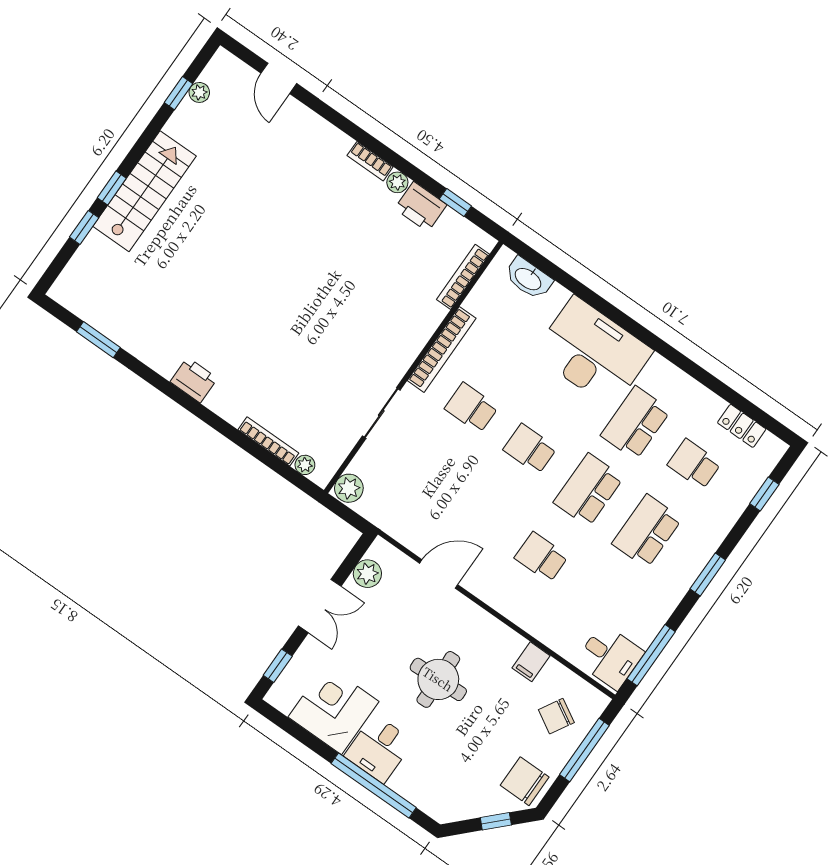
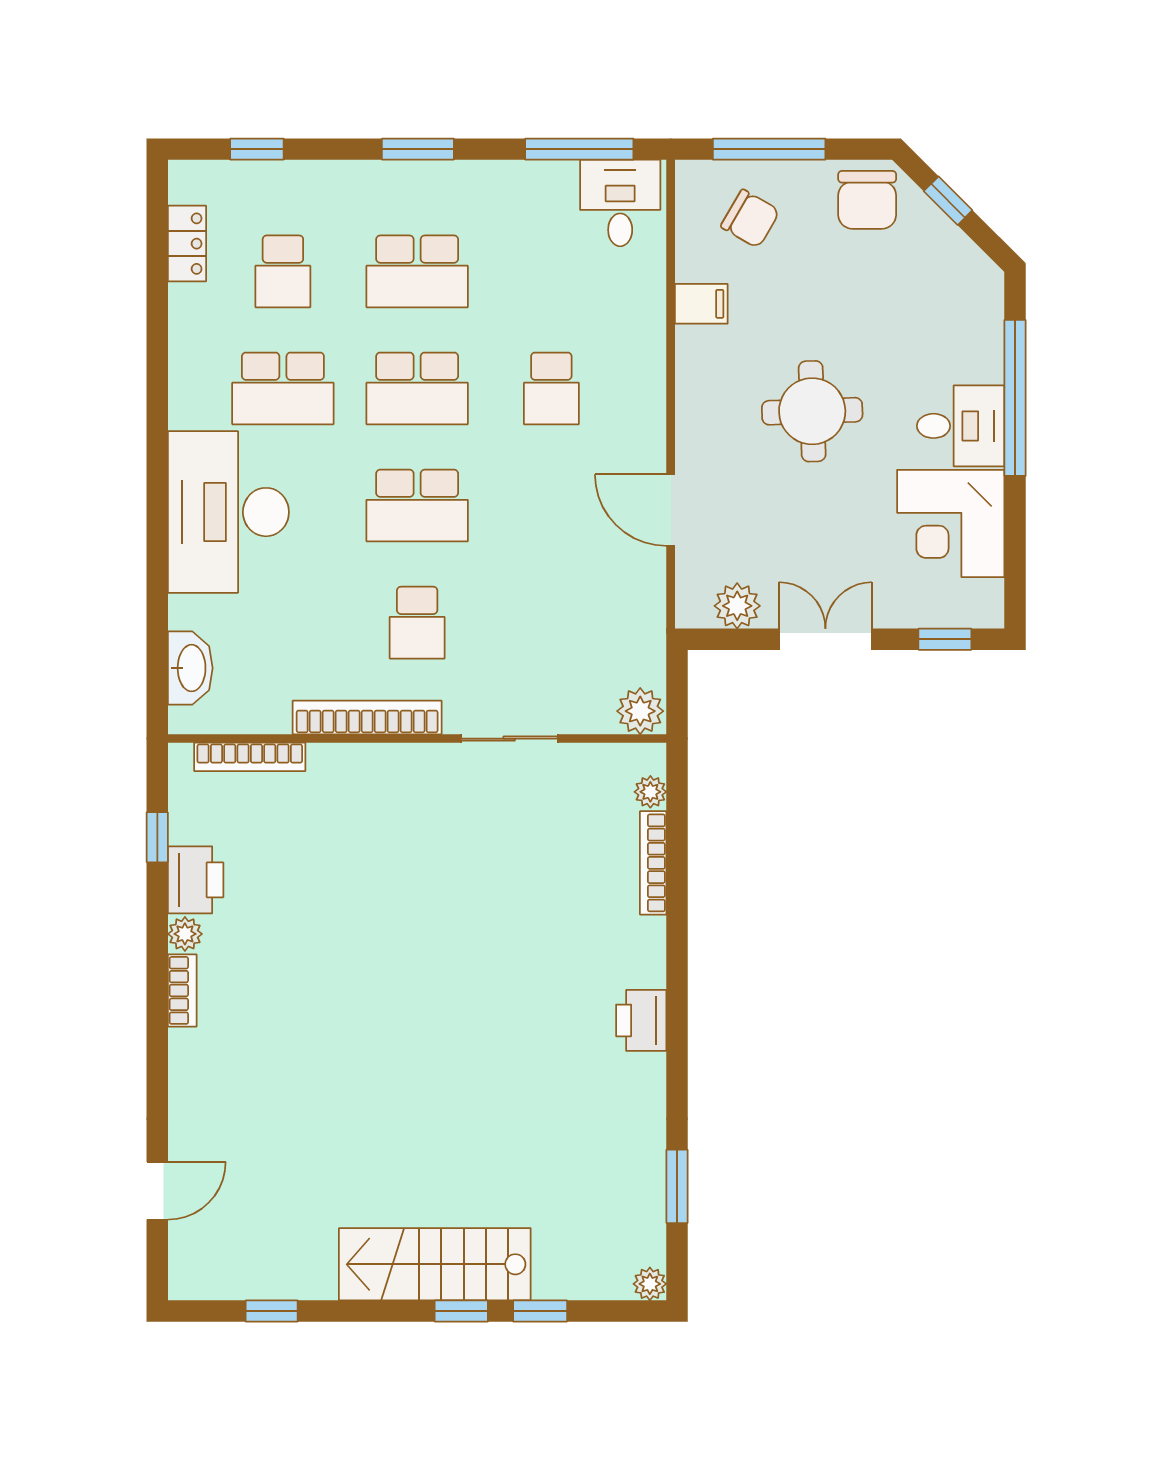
plant: (199, 92) -> (650, 1284), moved
school desk: (530, 449) -> (417, 506), width x1.85

